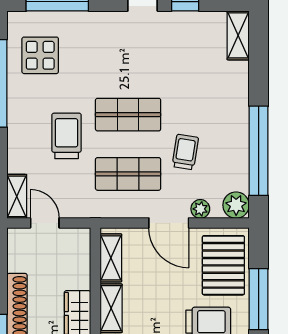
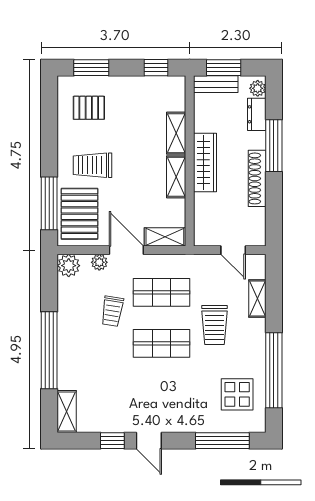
window: (259, 151) -> (49, 350), moved
shelving: (17, 196) -> (257, 299), moved
shelving: (111, 258) -> (165, 237), moved, turned 90
window: (259, 299) -> (49, 203), moved

